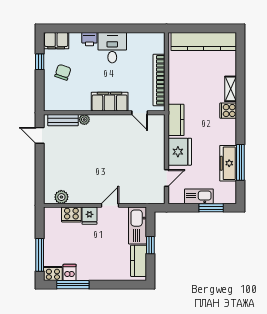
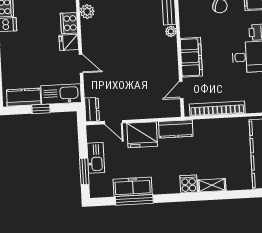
dresser: (154, 197) -> (92, 110), added

